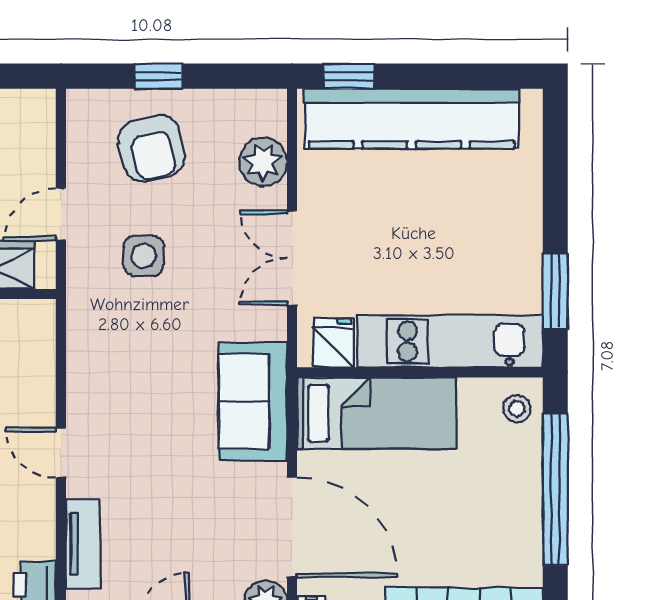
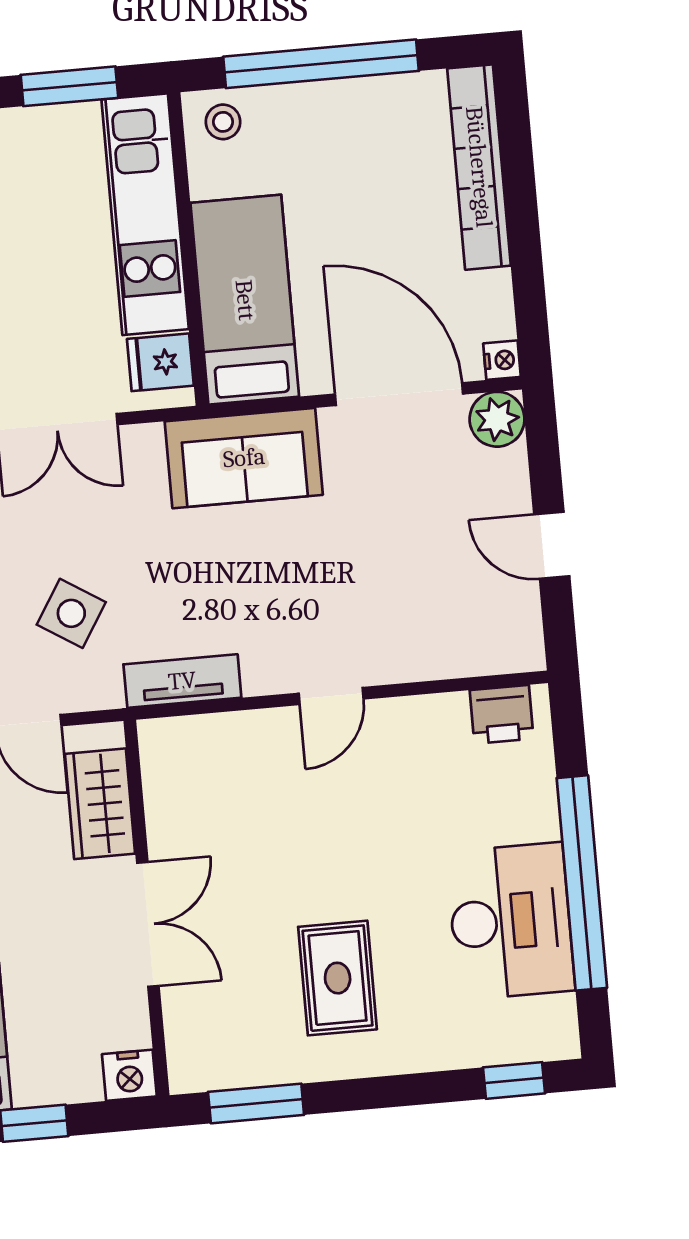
side table: (144, 256) -> (71, 613), turned 32
door: (292, 527) -> (399, 394), hinge flipped
tv unit: (83, 544) -> (182, 681), moved

